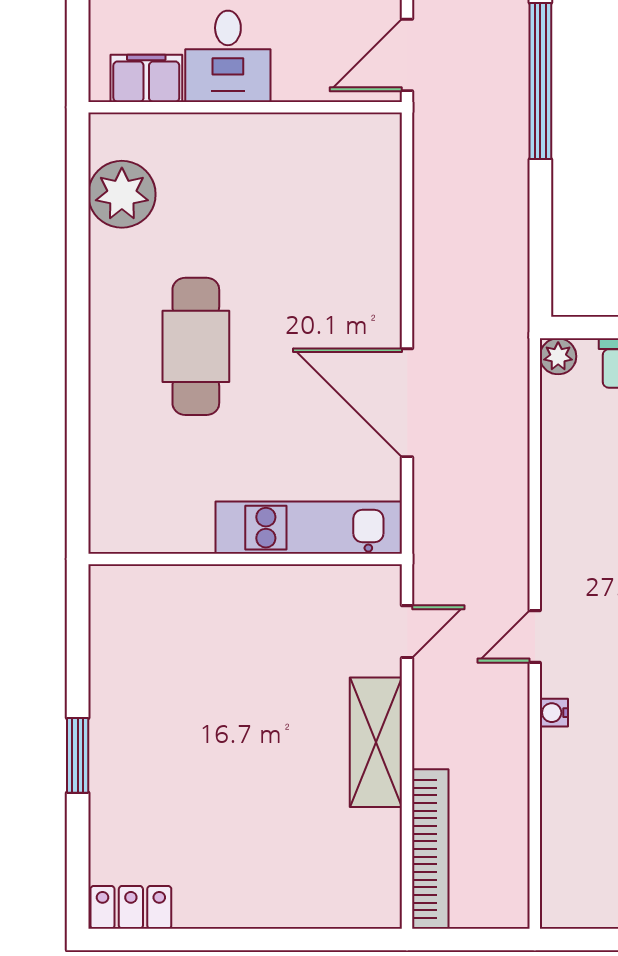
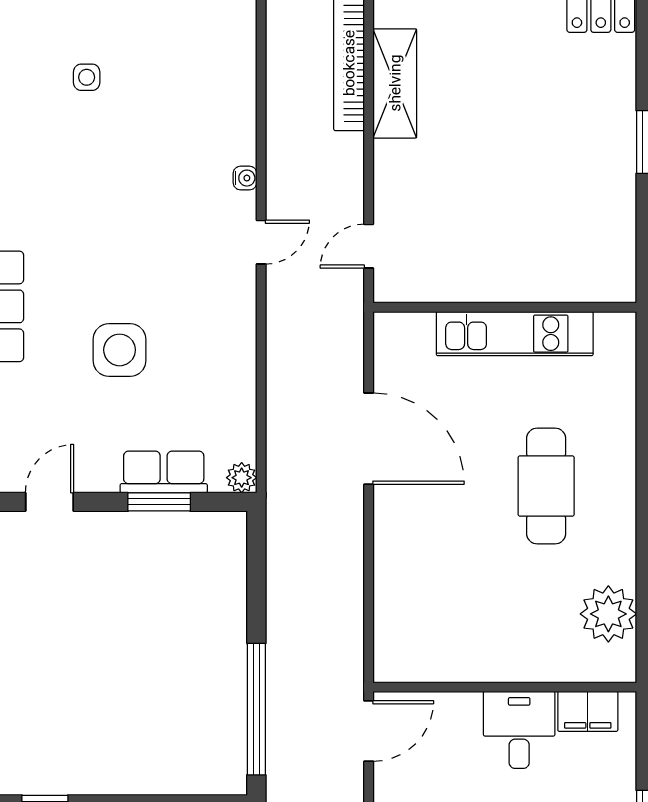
kitchen unit: (309, 528) -> (515, 334), moved
shelving: (376, 742) -> (395, 83), moved

